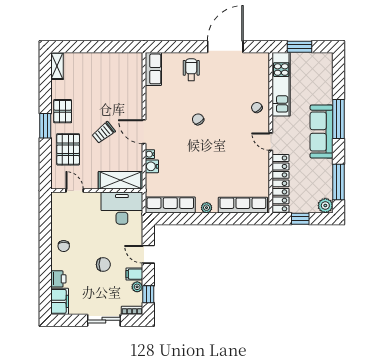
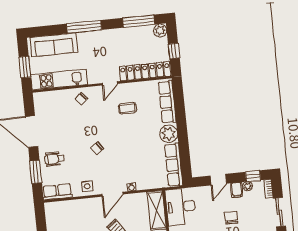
window: (179, 47) -> (36, 172), added
side table: (156, 104) -> (87, 186), added
sofa: (322, 132) -> (54, 45), moved
coffee table: (240, 159) -> (127, 108), added
water cooler: (152, 166) -> (142, 184), removed
plant: (207, 208) -> (169, 134), width x1.87, depth x1.87

